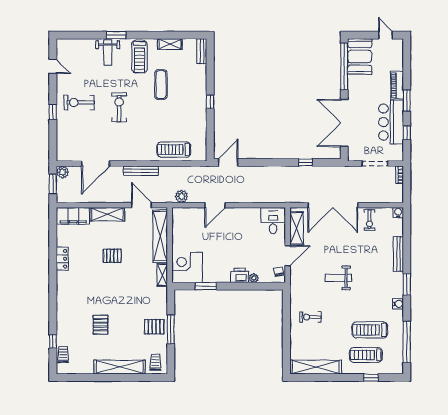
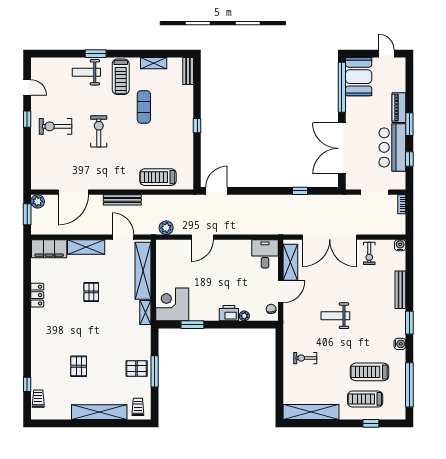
weight bench: (108, 53) -> (86, 72), turned 90
window: (53, 112) -> (27, 119), moved
pallet: (112, 256) -> (91, 292), turned 90

